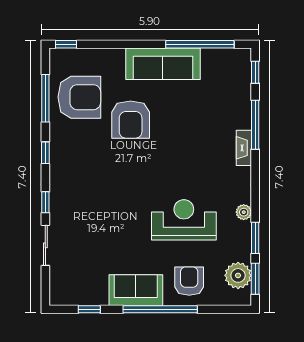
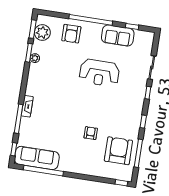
sofa: (163, 64) -> (37, 158), moved
armchair: (79, 97) -> (118, 151), turned 90
armchair: (131, 120) -> (91, 133), width x0.53, depth x0.53
plant: (244, 212) -> (35, 58), moved
reception desk: (184, 220) -> (99, 73), moved
sofa: (136, 290) -> (118, 36), moved

